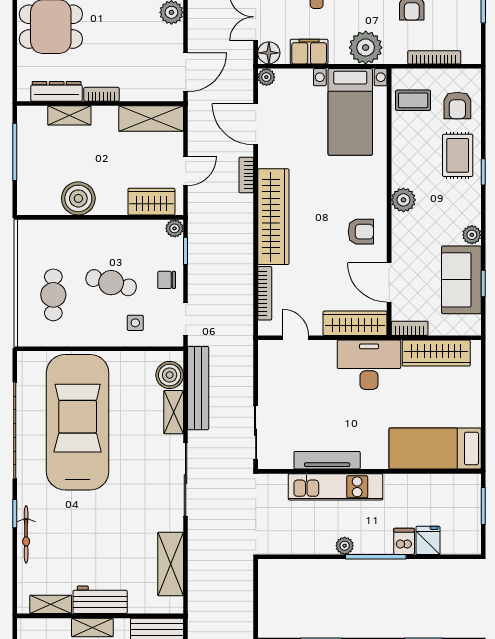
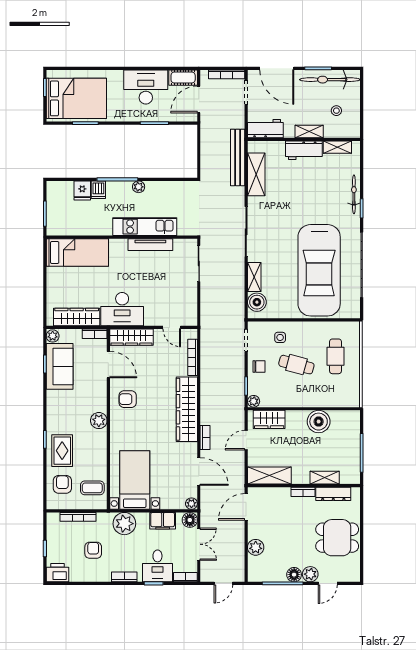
plant: (472, 235) -> (53, 336), moved
bench: (198, 388) -> (238, 157), moved

